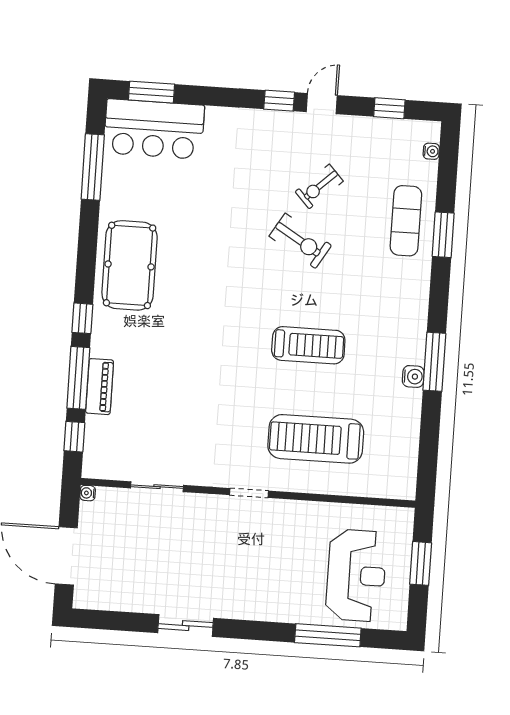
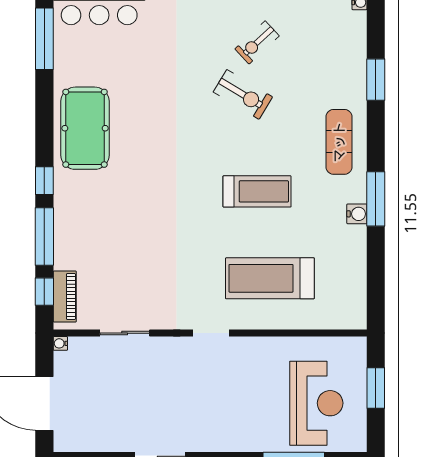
exercise mat: (406, 221) -> (339, 142), moved
piano: (100, 387) -> (65, 296), moved

